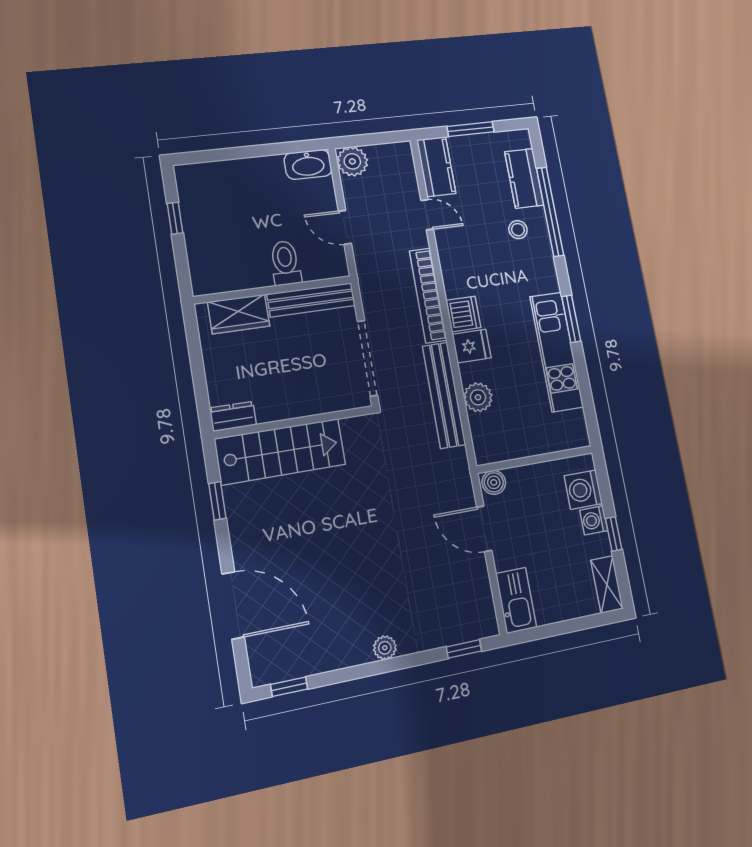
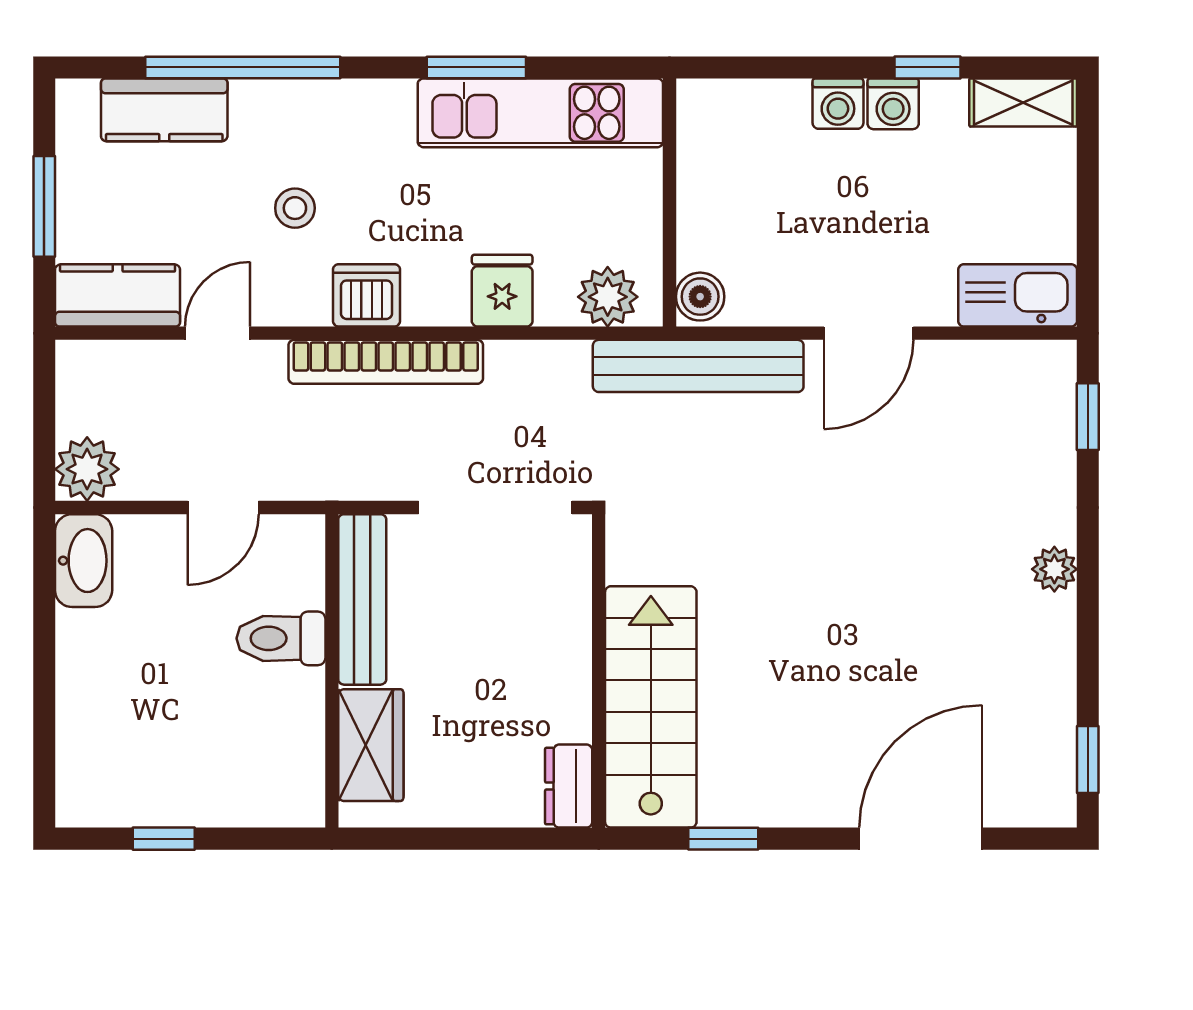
stool: (518, 230) -> (295, 208), moved
dishwasher: (463, 314) -> (366, 295), moved
bench: (444, 395) -> (698, 366), moved
wall: (535, 459) -> (669, 202), moved
boiler: (494, 482) -> (700, 297), moved
washing machine: (583, 490) -> (838, 104), width x0.73, depth x0.73

